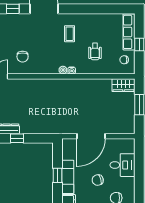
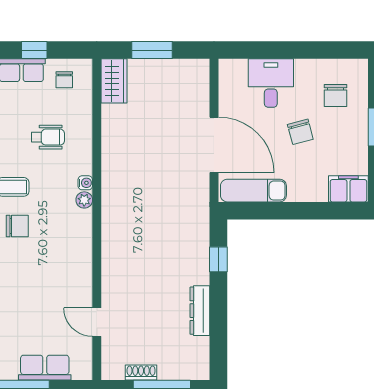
chair: (23, 57) -> (17, 226), moved
window: (17, 138) -> (218, 259), moved
window: (57, 175) -> (291, 211), removed
exam couch: (68, 177) -> (253, 191), moved

